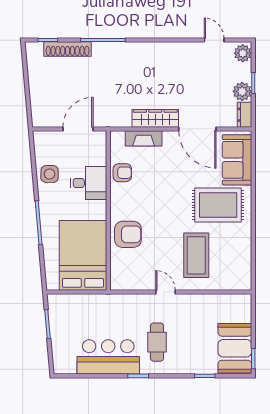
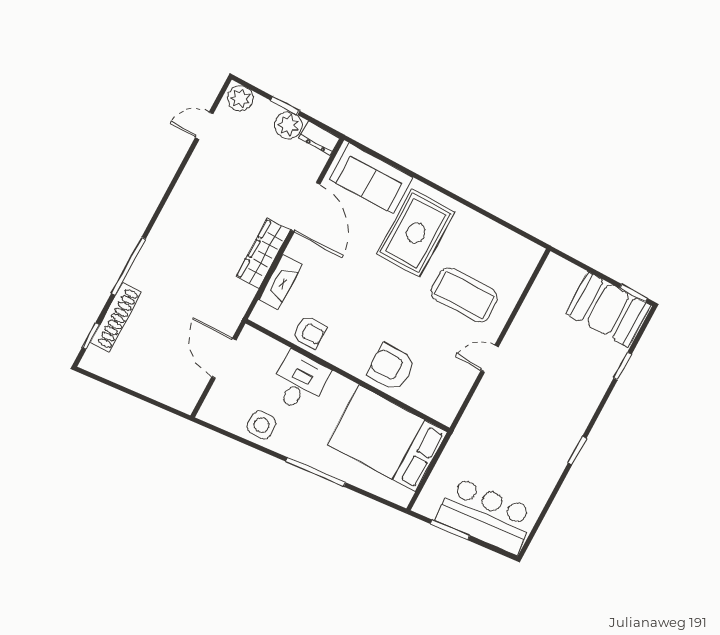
door: (197, 129) -> (305, 207), hinge flipped
armchair: (122, 173) -> (309, 332), turned 90
armchair: (128, 234) -> (391, 367), turned -90
cafe table: (157, 342) -> (547, 404), removed
bar counter: (108, 357) -> (486, 516), moved, turned 85

